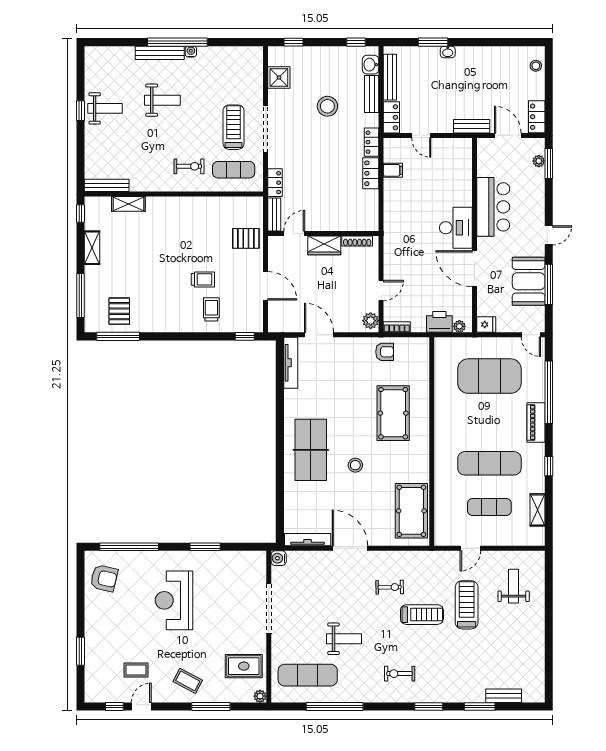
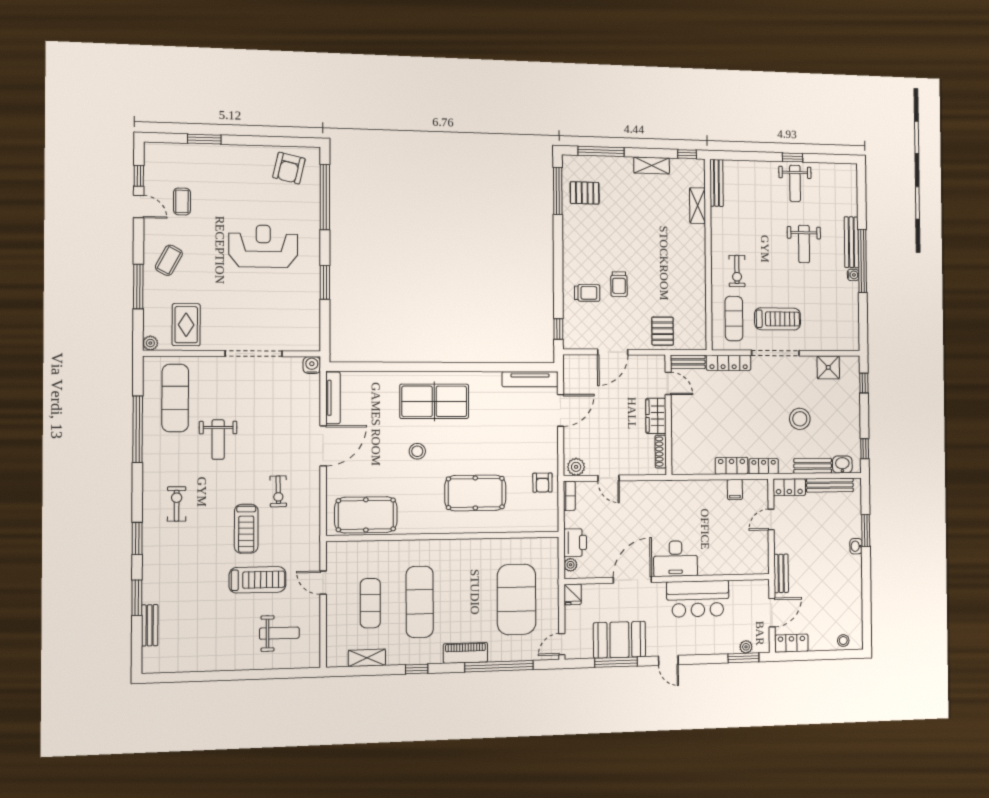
locker: (275, 183) -> (729, 363), width x1.53

